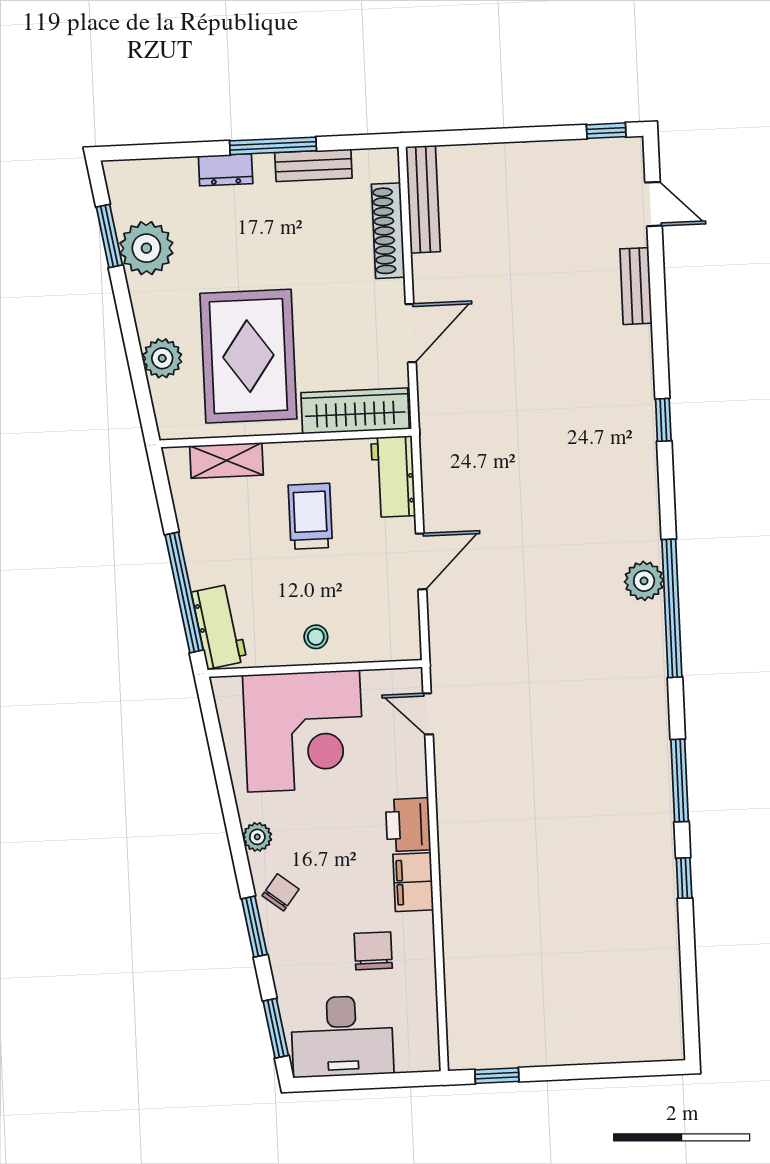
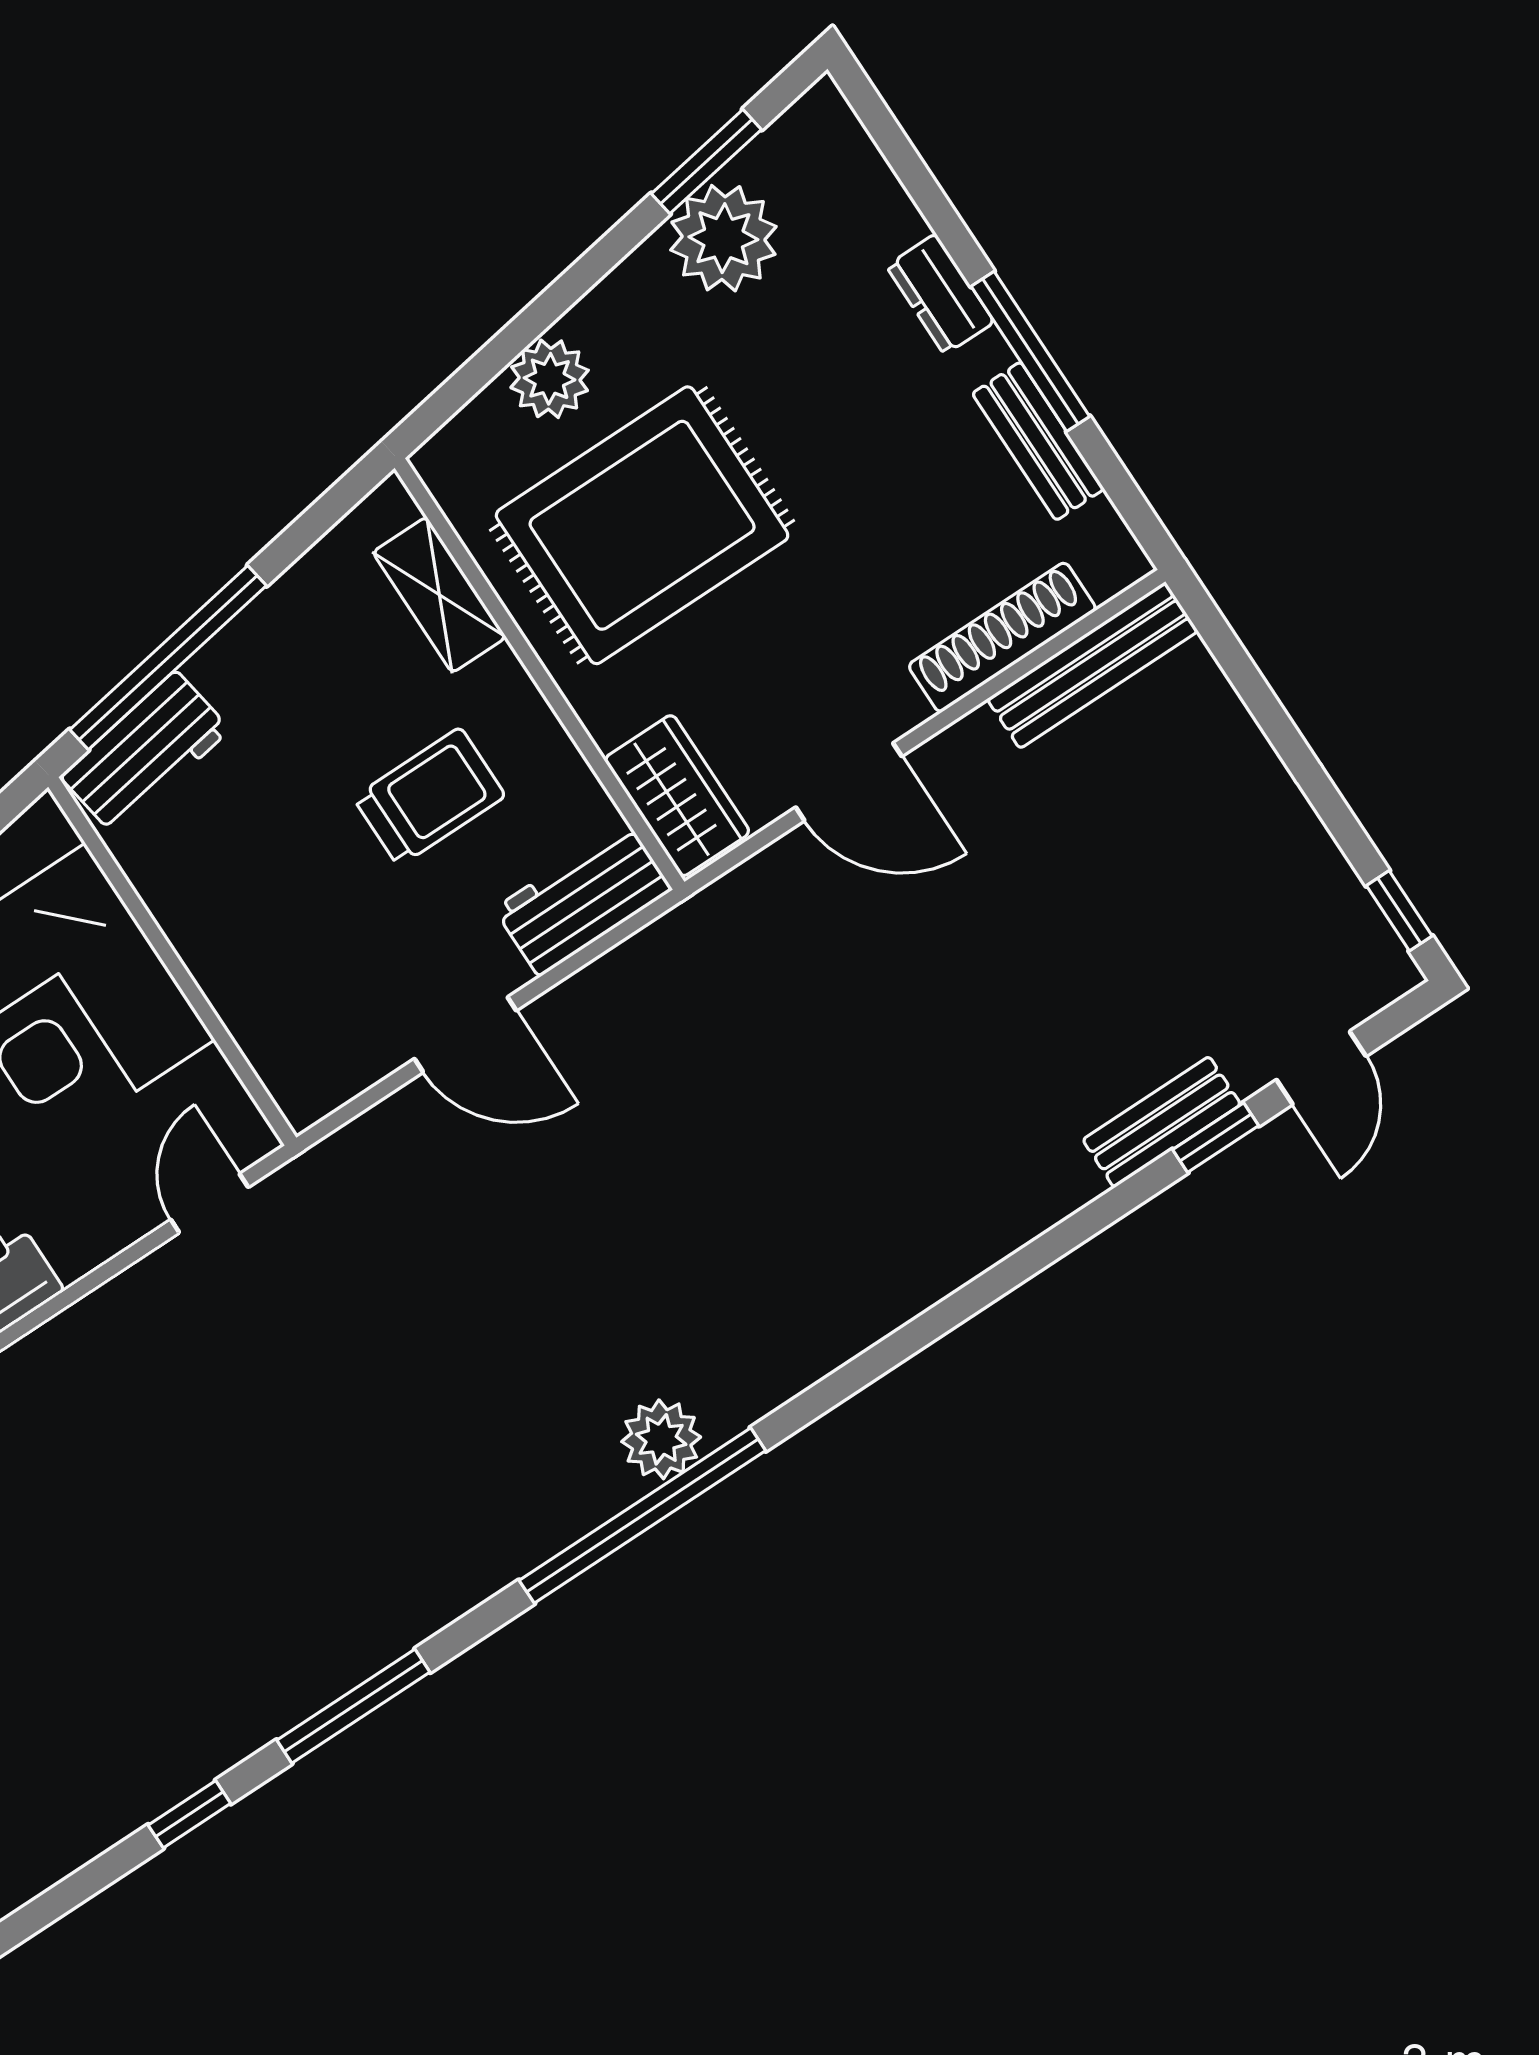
wardrobe: (355, 411) -> (677, 796), width x0.67
window: (663, 420) -> (1216, 1138), moved
stool: (316, 637) -> (227, 931), removed

